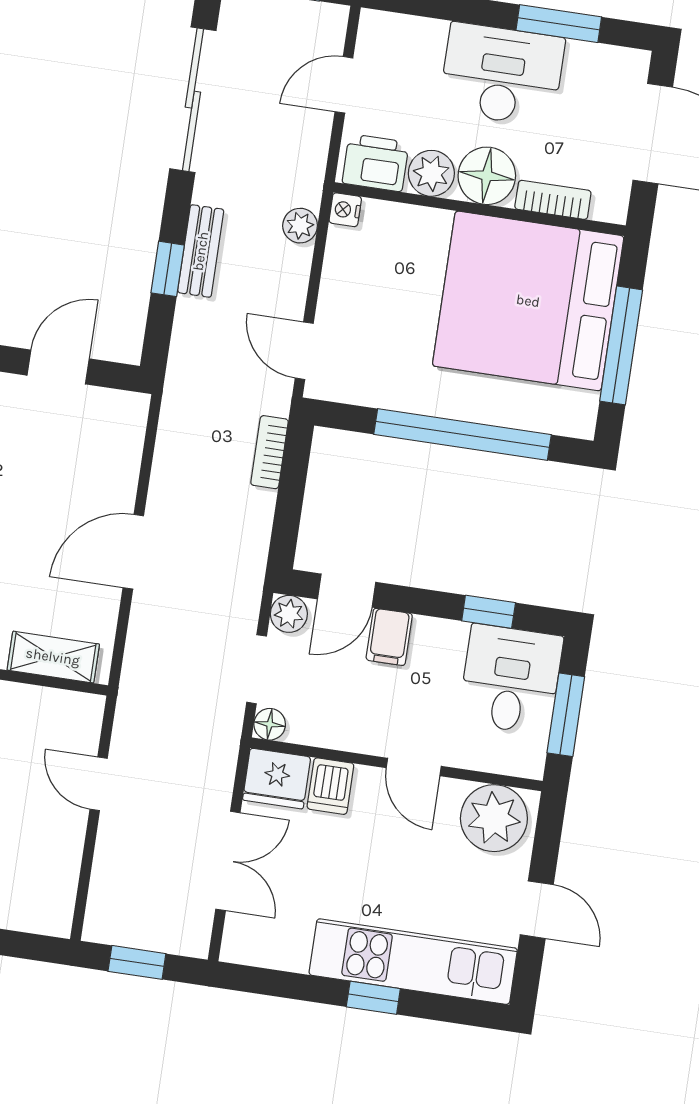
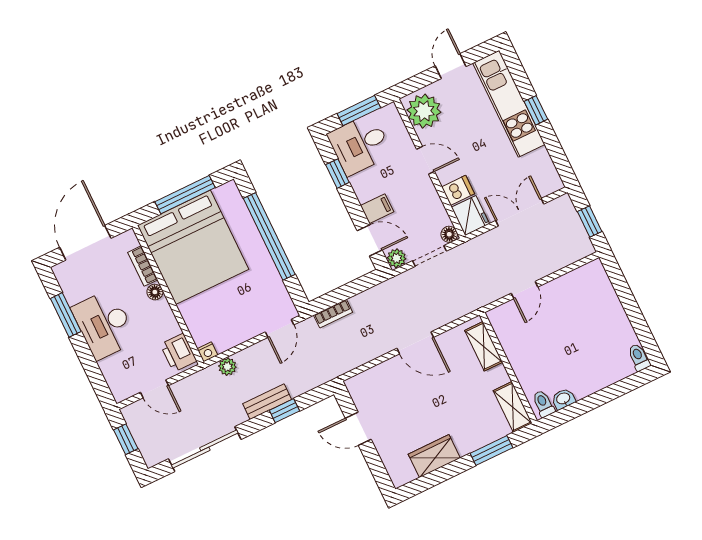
plant: (431, 173) -> (167, 326), removed
floor lamp: (487, 176) -> (155, 292), width x0.53, depth x0.53
door: (414, 767) -> (425, 160), hinge flipped

